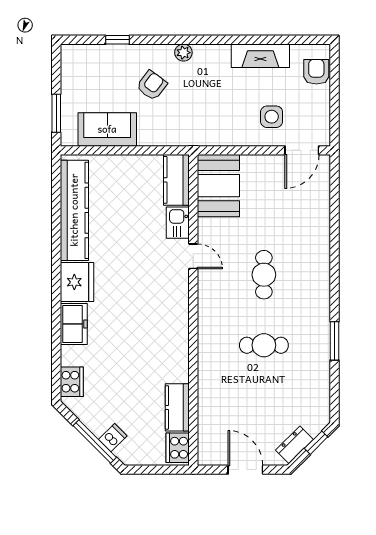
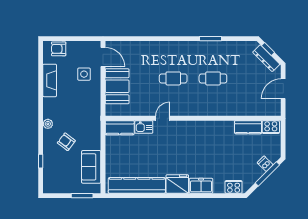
booth: (218, 186) -> (117, 86), moved, turned 90
cafe table: (264, 345) -> (213, 78), turned 90
dresser: (294, 445) -> (266, 58), width x1.44

